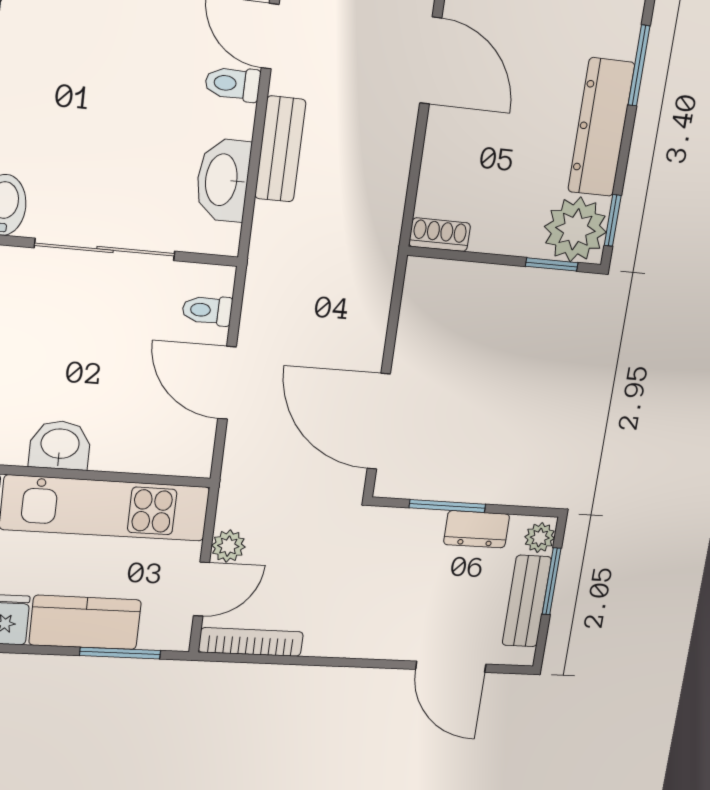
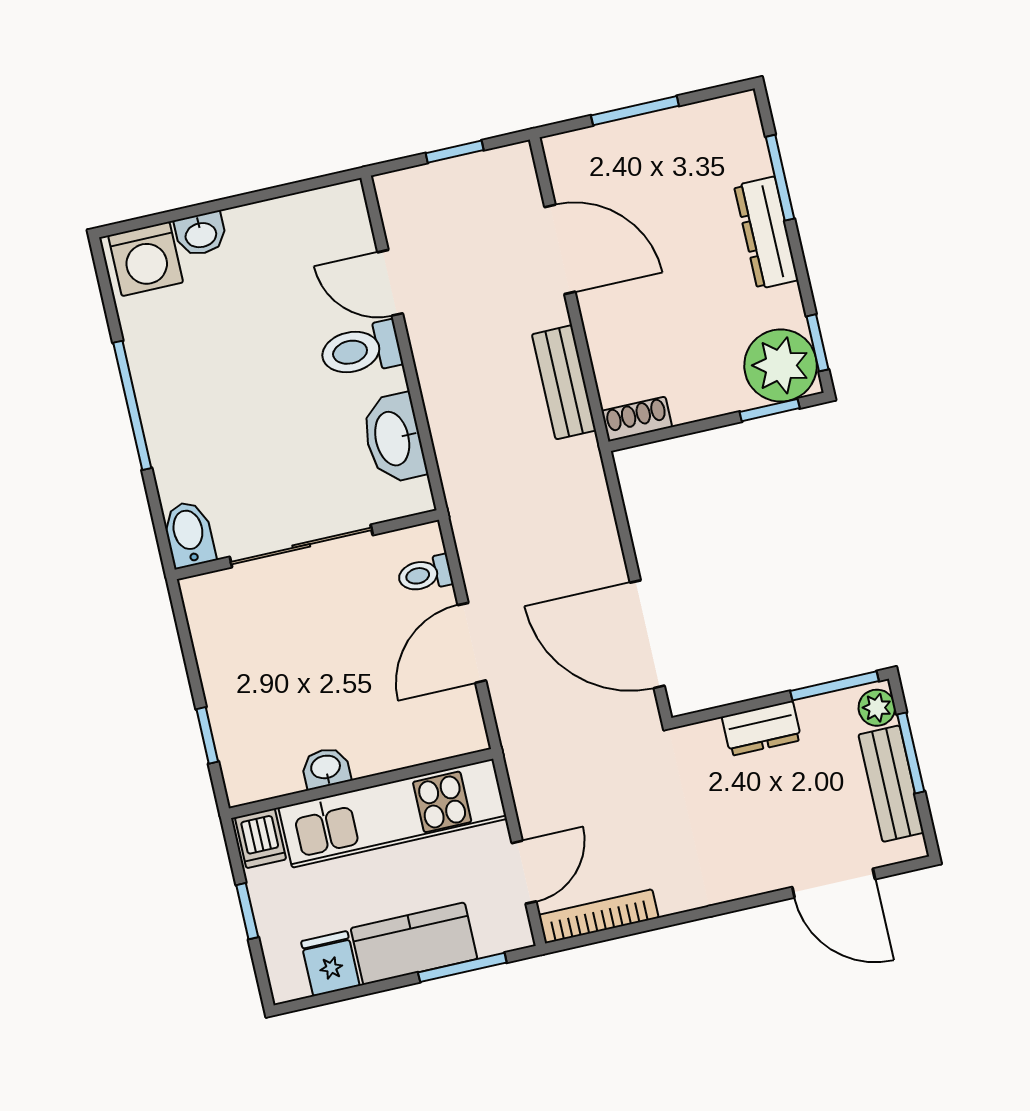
toilet: (233, 84) -> (361, 350), width x1.37, depth x1.39
dresser: (601, 127) -> (766, 233), width x0.73, depth x0.80
bench: (280, 149) -> (564, 382), moved
door: (227, 383) -> (472, 643), hinge flipped
washbasin: (60, 445) -> (326, 768), width x0.72, depth x0.69
window: (447, 506) -> (834, 686), moved
dresser: (477, 529) -> (762, 728), moved
plant: (228, 546) -> (536, 817), removed

